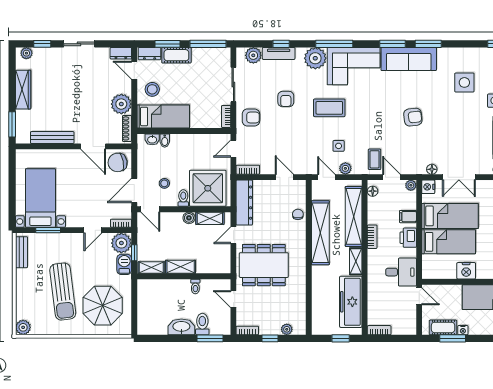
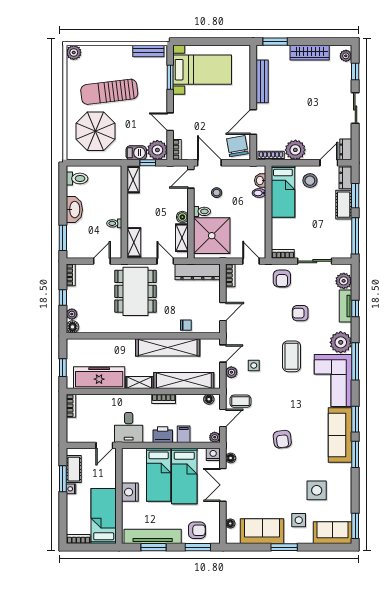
shelving: (181, 267) -> (134, 242), moved
toilet: (202, 324) -> (77, 178), moved
floor lamp: (300, 329) -> (72, 327), added

